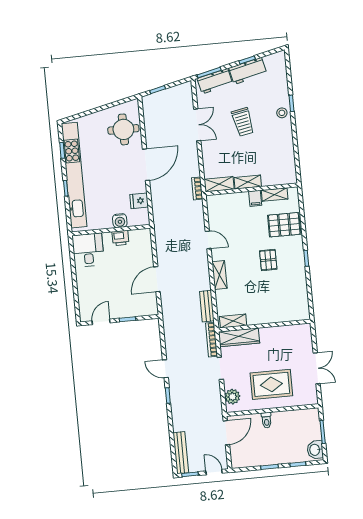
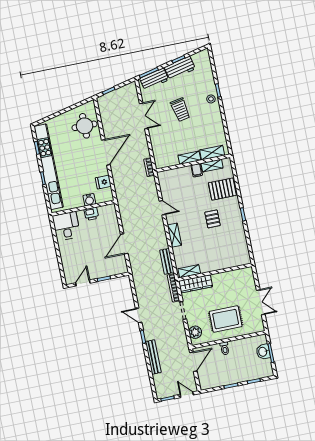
shelving: (219, 184) -> (212, 153), moved
washbasin: (315, 450) -> (263, 352), moved
bench: (181, 453) -> (153, 357), moved

